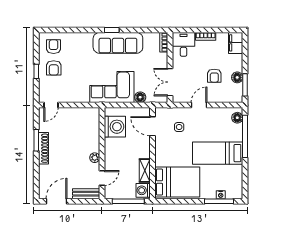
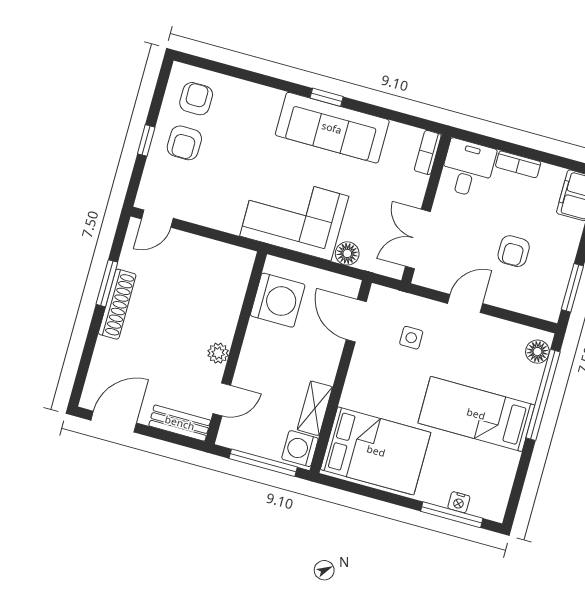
floor lamp: (237, 77) -> (560, 268), removed

